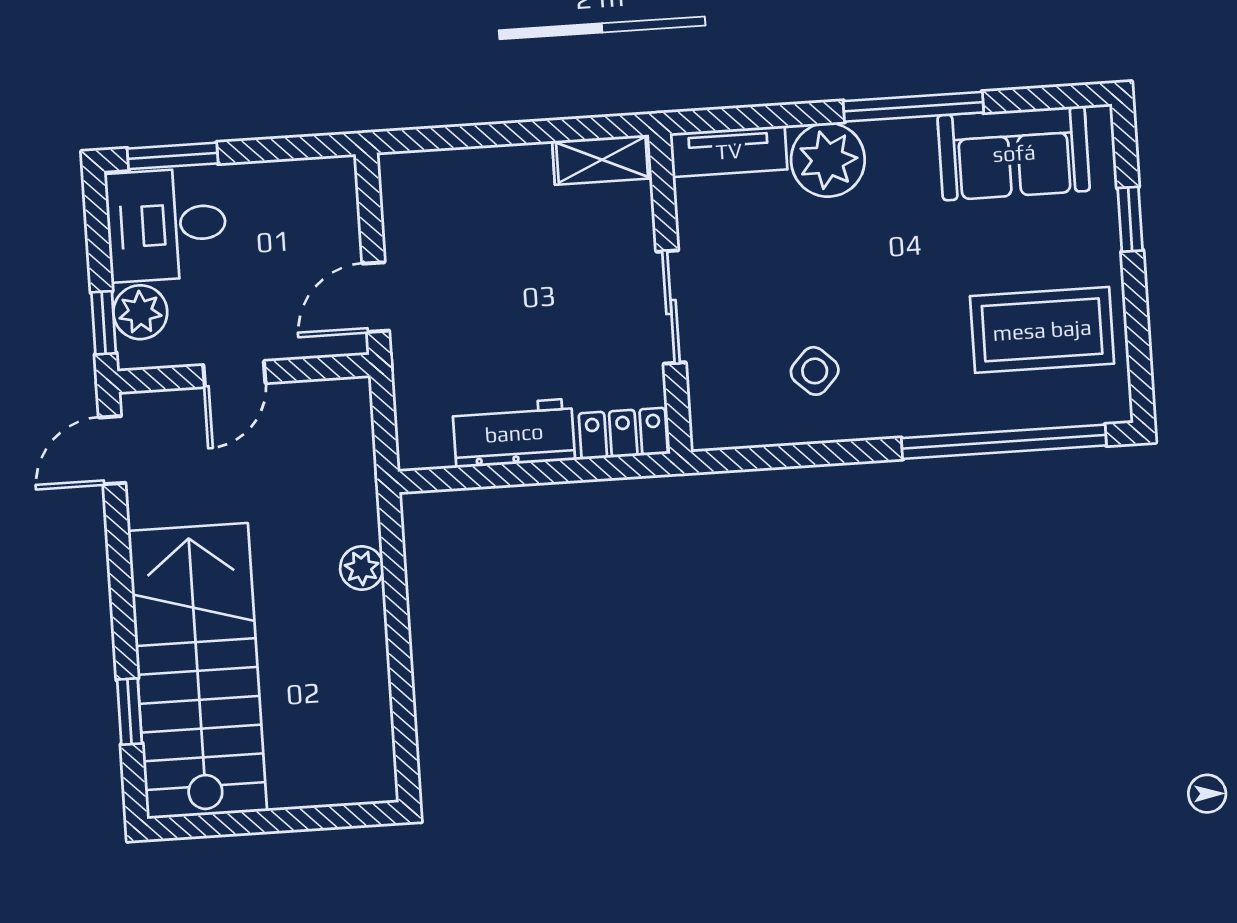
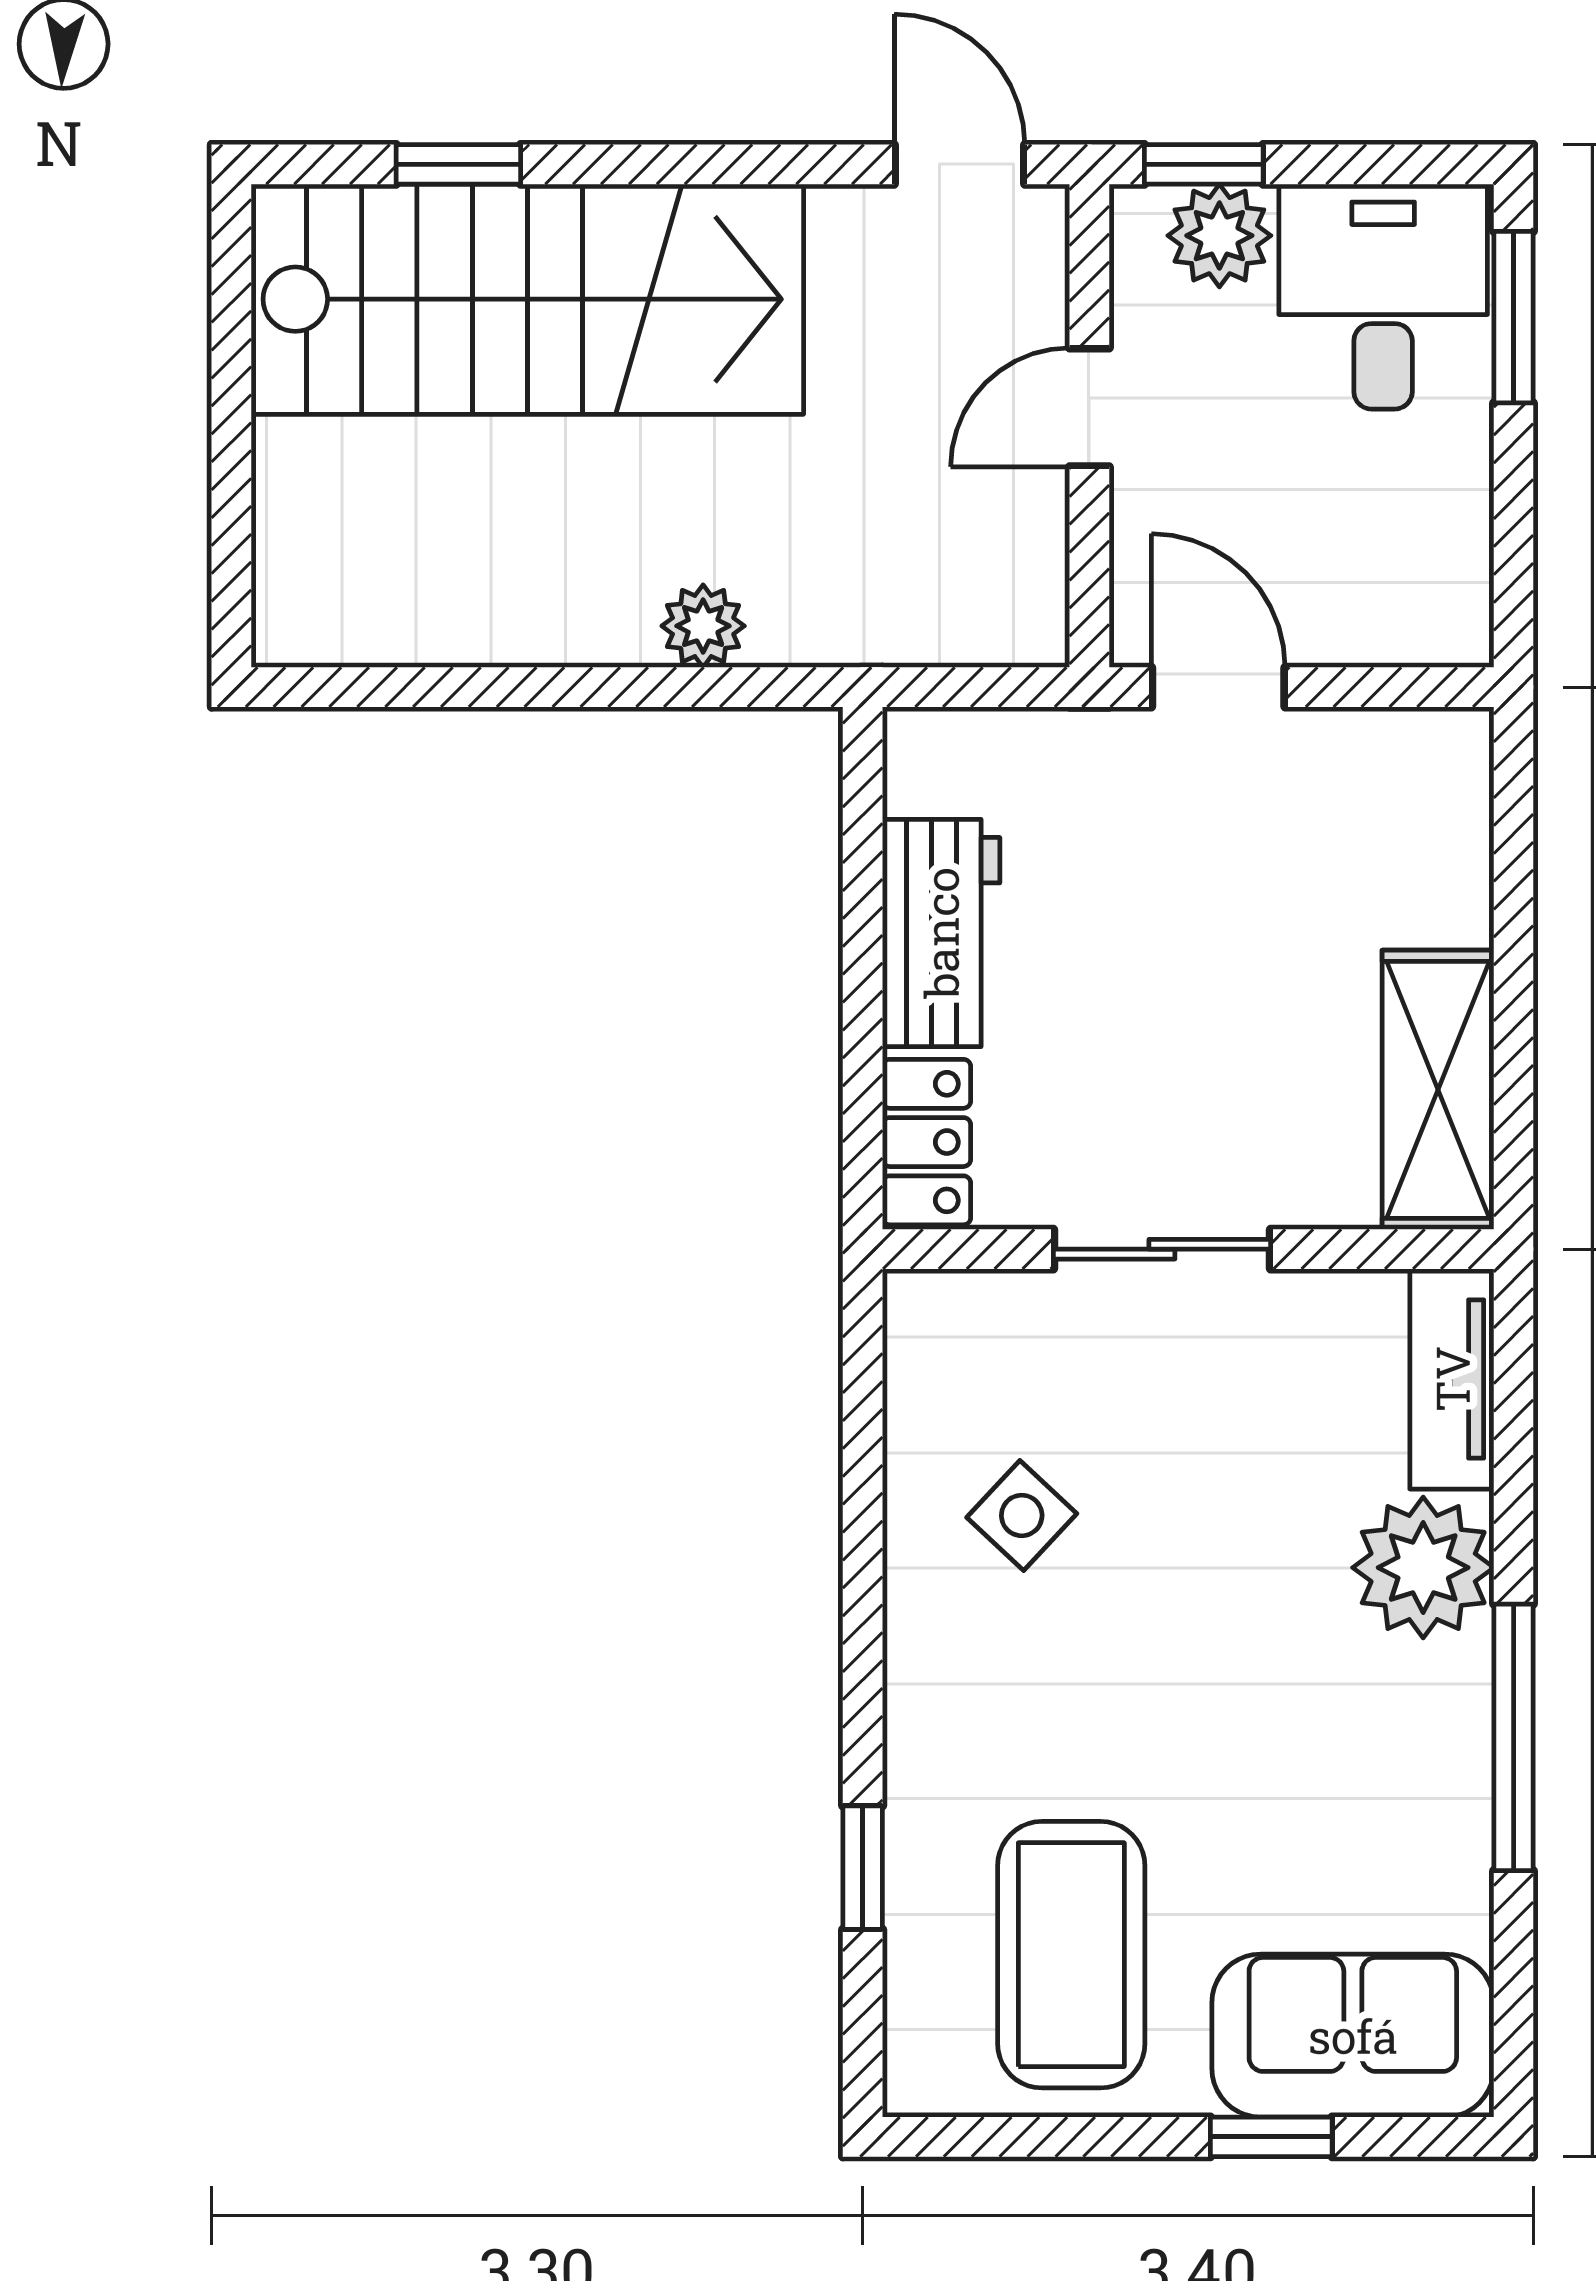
sofa: (1014, 153) -> (1353, 2036), moved, turned 90
shelving: (602, 160) -> (1438, 1090), width x1.50, depth x1.33
door: (234, 374) -> (1089, 407), hinge flipped
window: (1004, 442) -> (863, 1868), width x0.32

